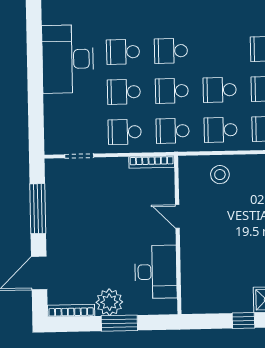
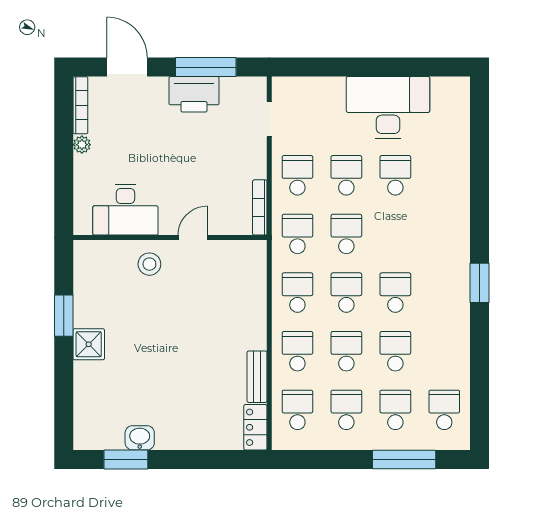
school desk: (171, 51) -> (395, 293), moved
stool: (220, 175) -> (149, 264), moved
printer: (60, 218) -> (194, 94), added
plant: (109, 302) -> (82, 145), width x0.53, depth x0.53
window: (243, 321) -> (64, 316), width x1.50
window: (119, 323) -> (64, 164), removed

